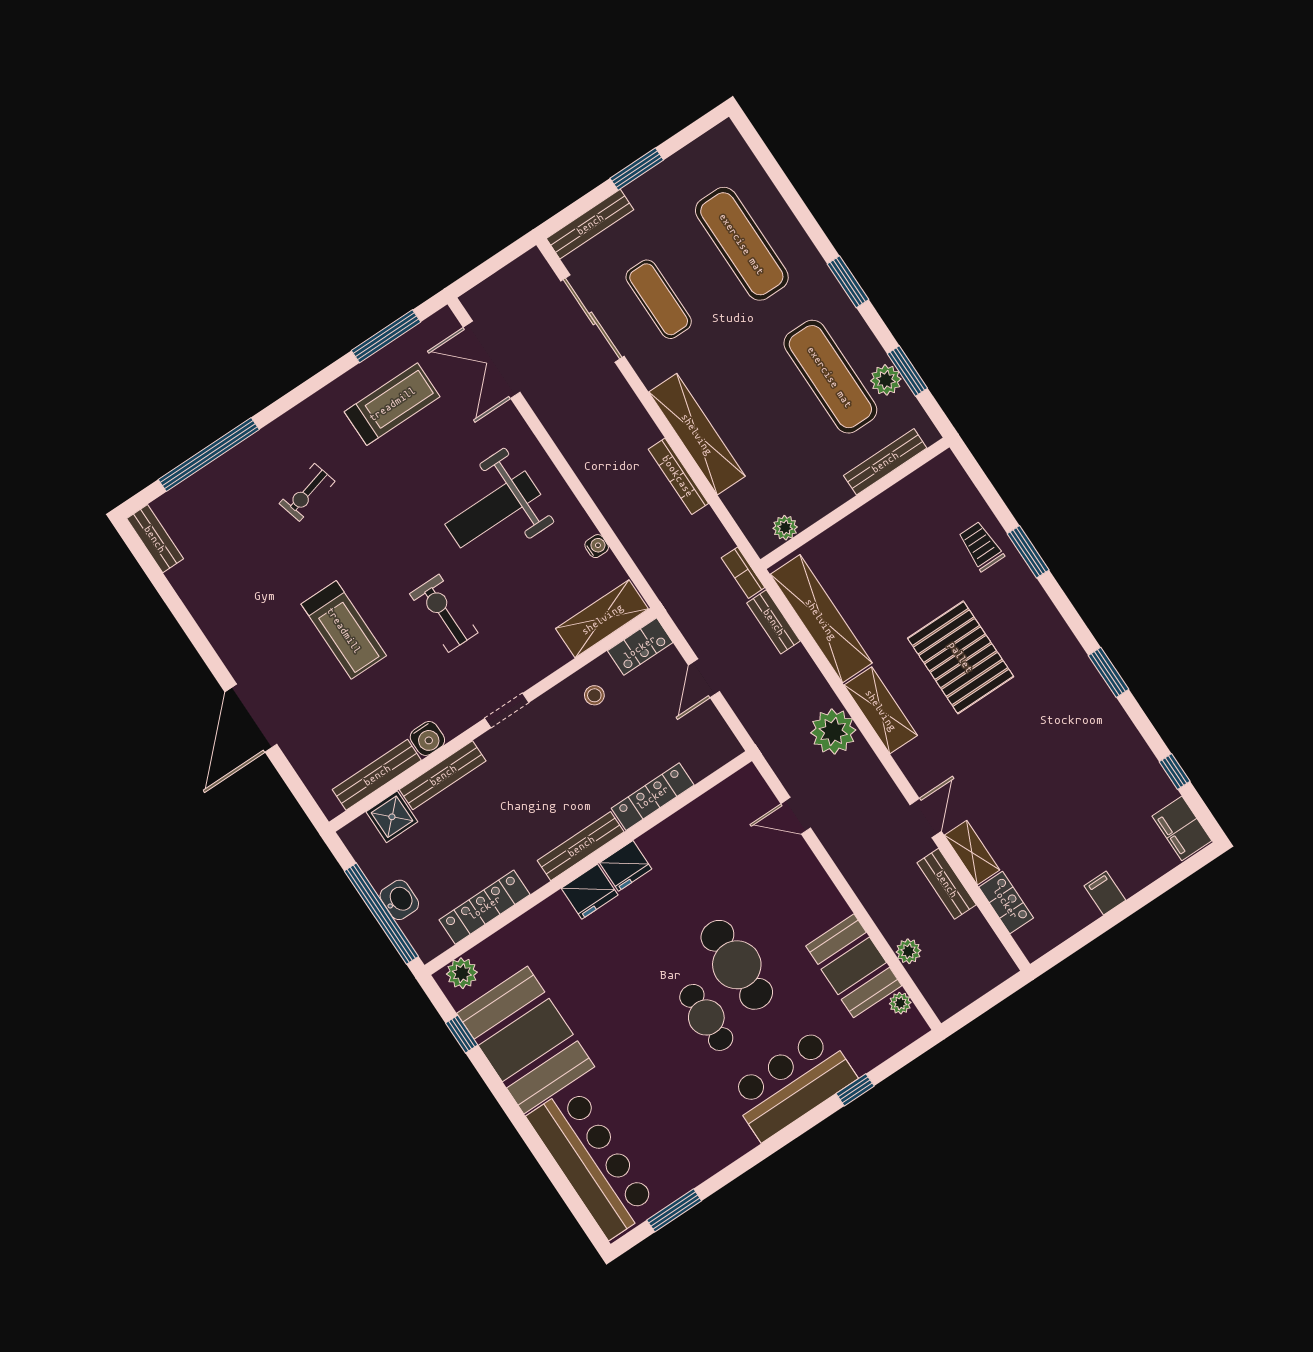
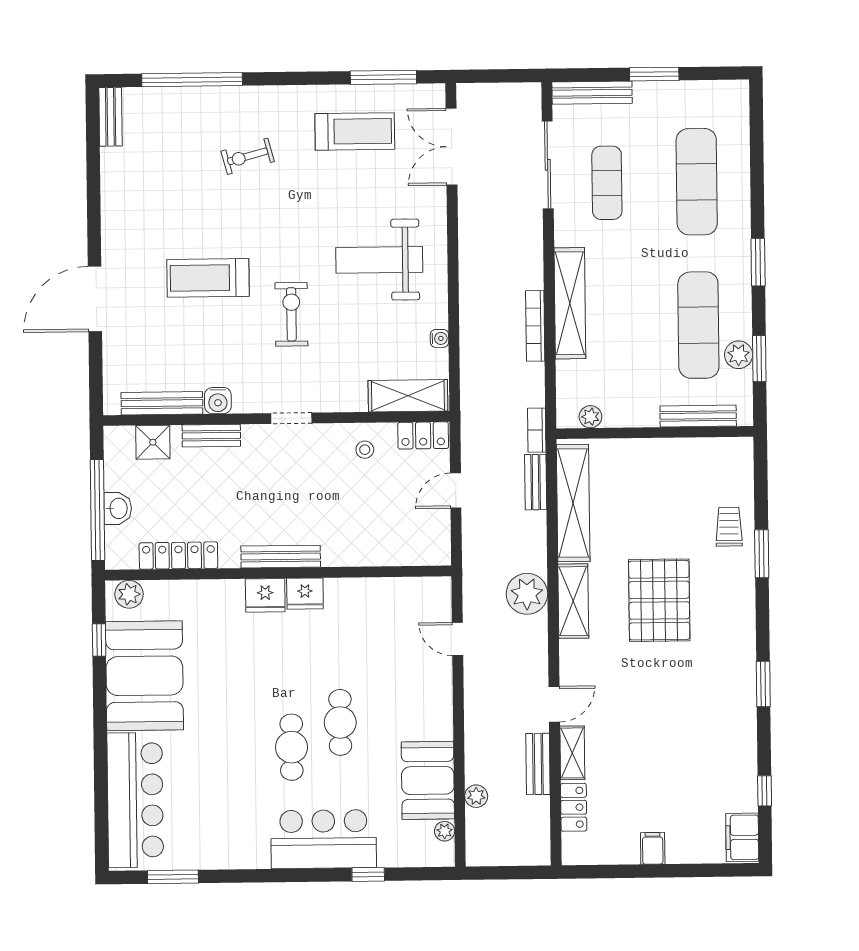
treadmill: (344, 630) -> (208, 278), turned 90
bench: (443, 775) -> (211, 436), width x0.73
locker: (653, 797) -> (359, 555), removed
cafe table: (737, 965) -> (340, 722), width x0.73, depth x0.74

